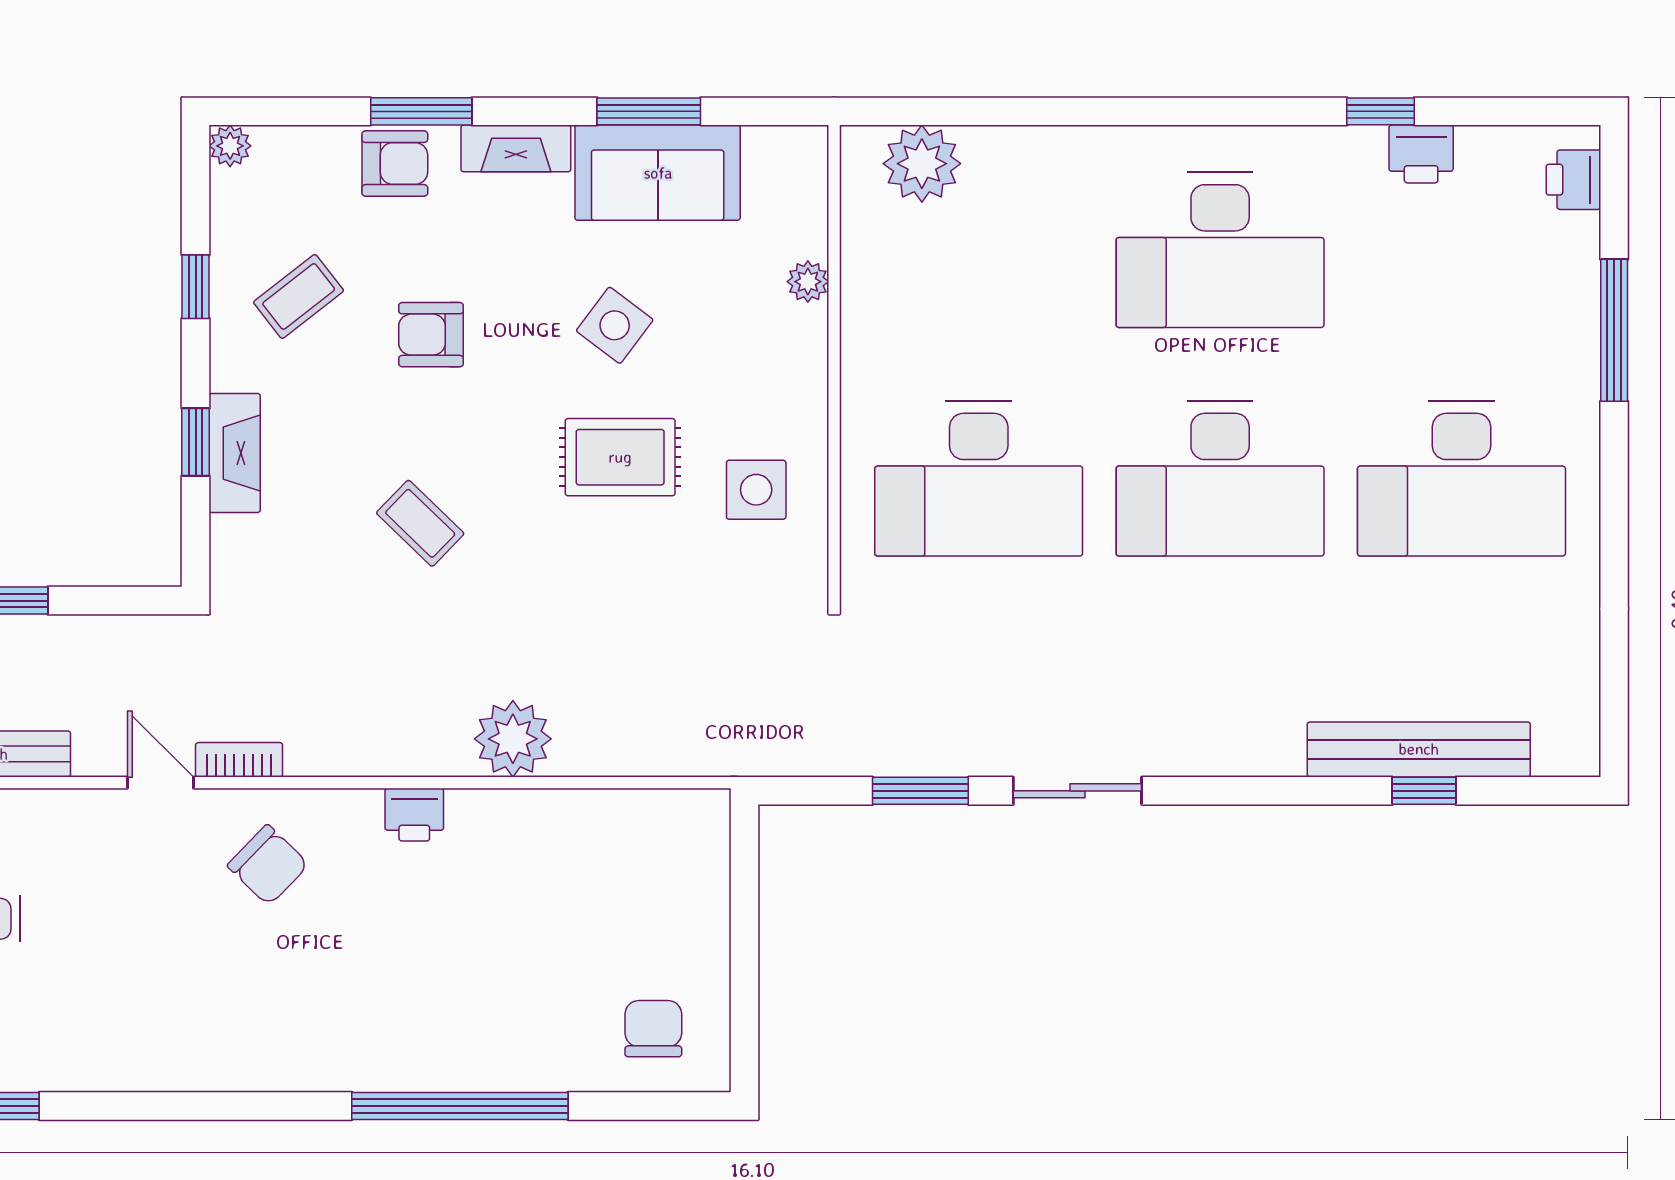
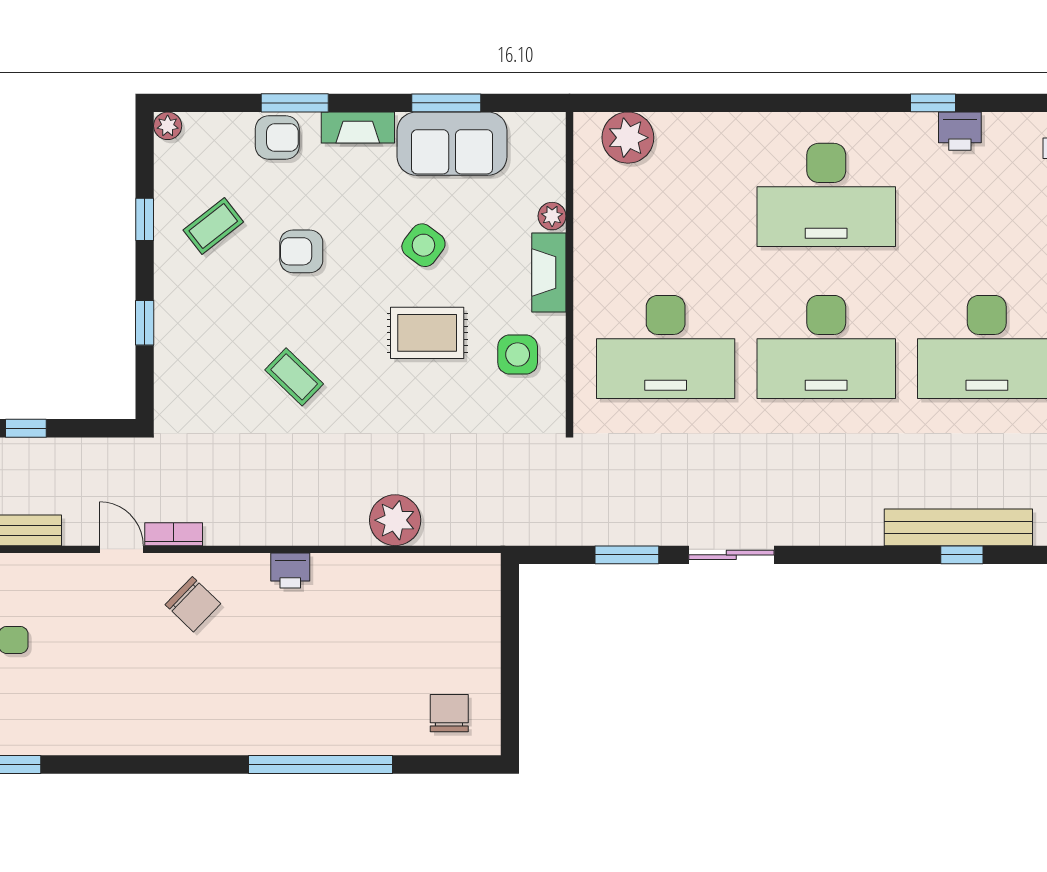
fireplace: (235, 453) -> (549, 273), moved, turned 180
plant: (513, 739) -> (395, 520), moved

